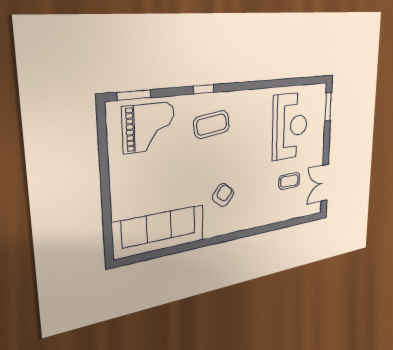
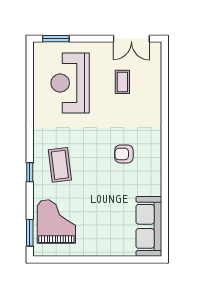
reception desk: (290, 126) -> (70, 83), turned -90
armchair: (223, 195) -> (124, 154), turned -40
sofa: (159, 232) -> (149, 226), width x0.74, depth x0.79

